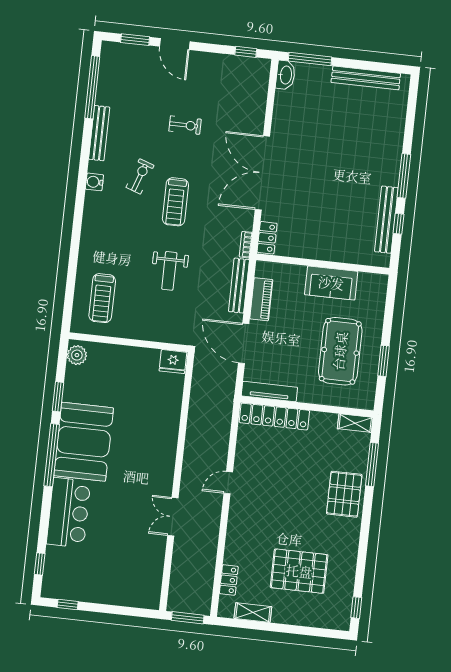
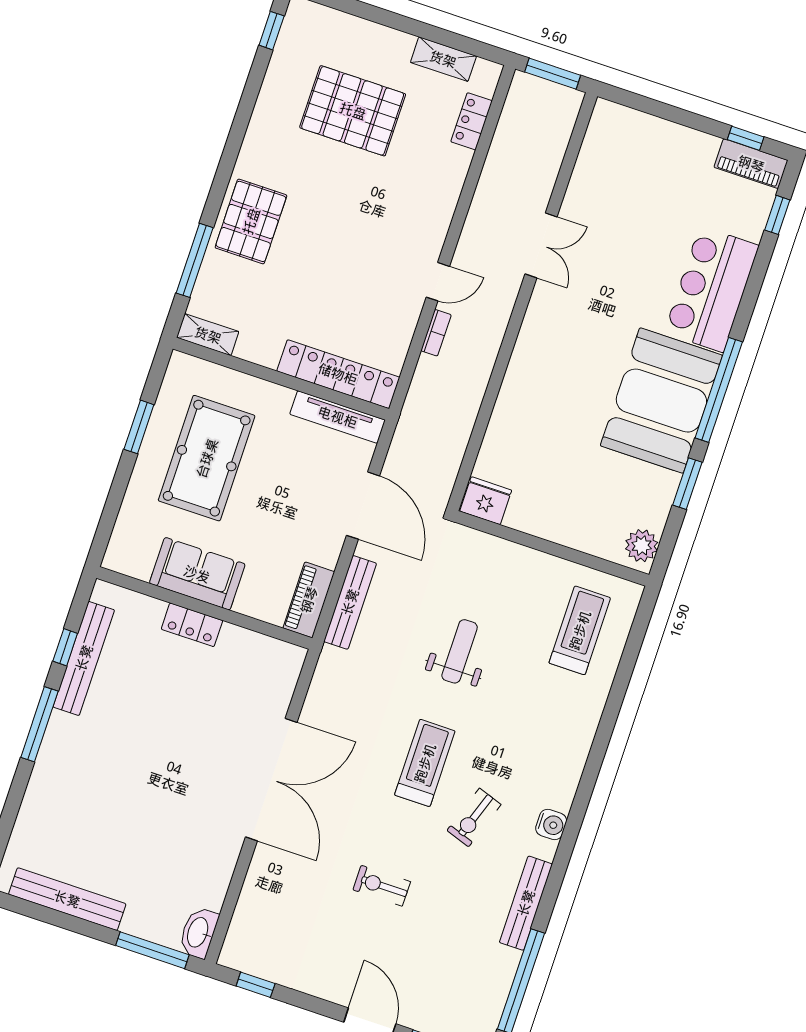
locker: (267, 238) -> (192, 625), moved, turned -90
bookcase: (246, 245) -> (436, 333), moved
piano: (261, 299) -> (309, 600), moved
piano: (61, 590) -> (751, 164), added

